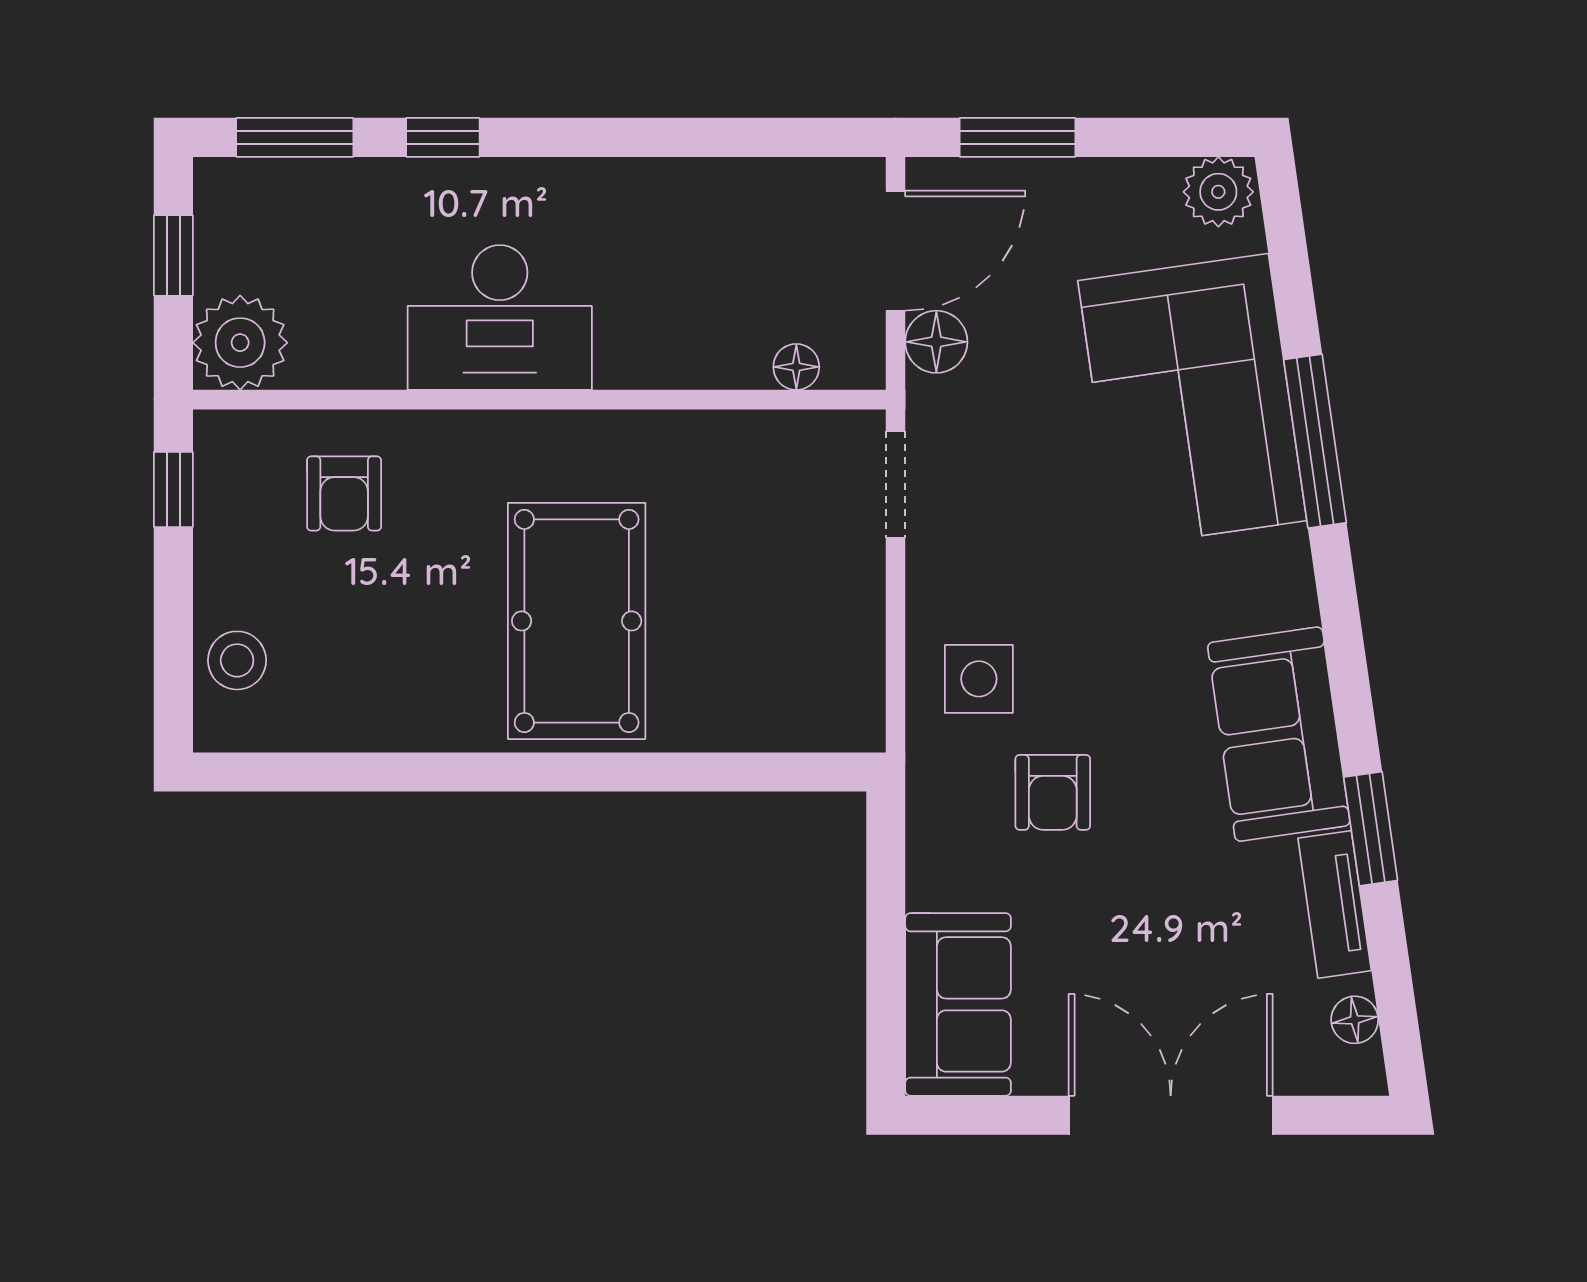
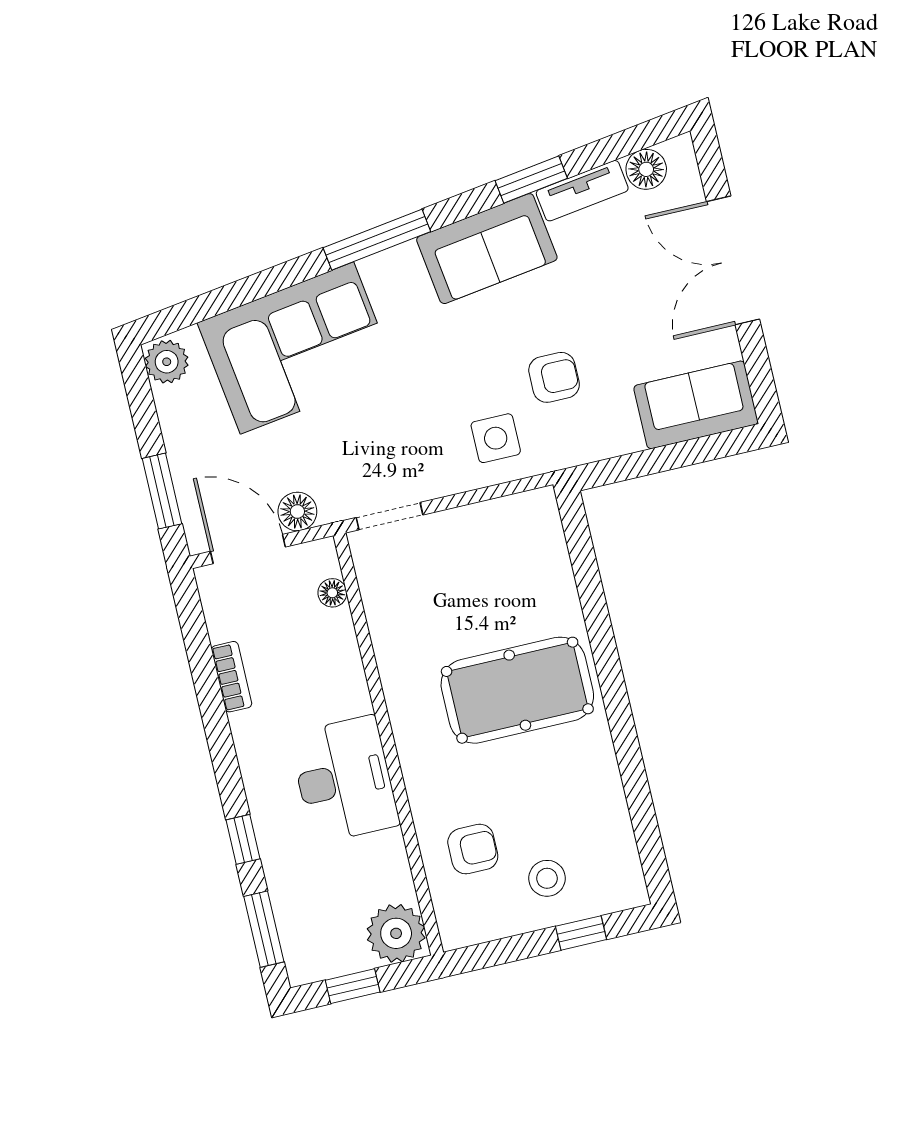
bookcase: (702, 179) -> (232, 677), added
window: (1315, 441) -> (377, 240), moved
window: (173, 489) -> (581, 933), moved
stool: (237, 660) -> (547, 878), moved
floor lamp: (1355, 1020) -> (646, 169), width x1.37, depth x1.37

